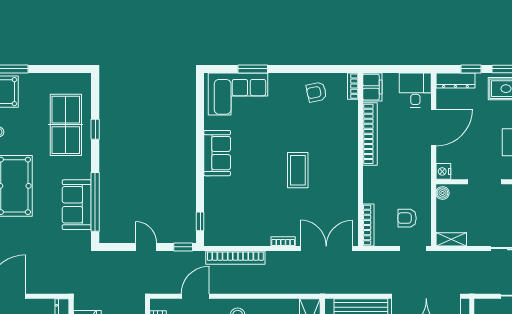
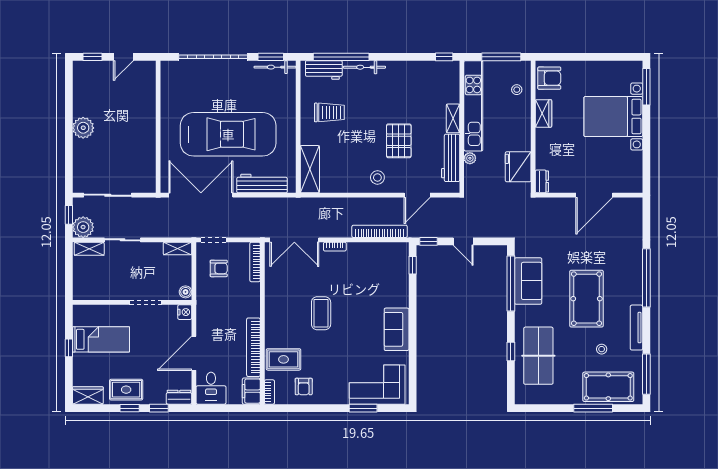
dresser: (455, 81) -> (179, 397), width x0.70
armchair: (316, 92) -> (304, 386), turned 102
rug: (338, 121) -> (284, 359), added

